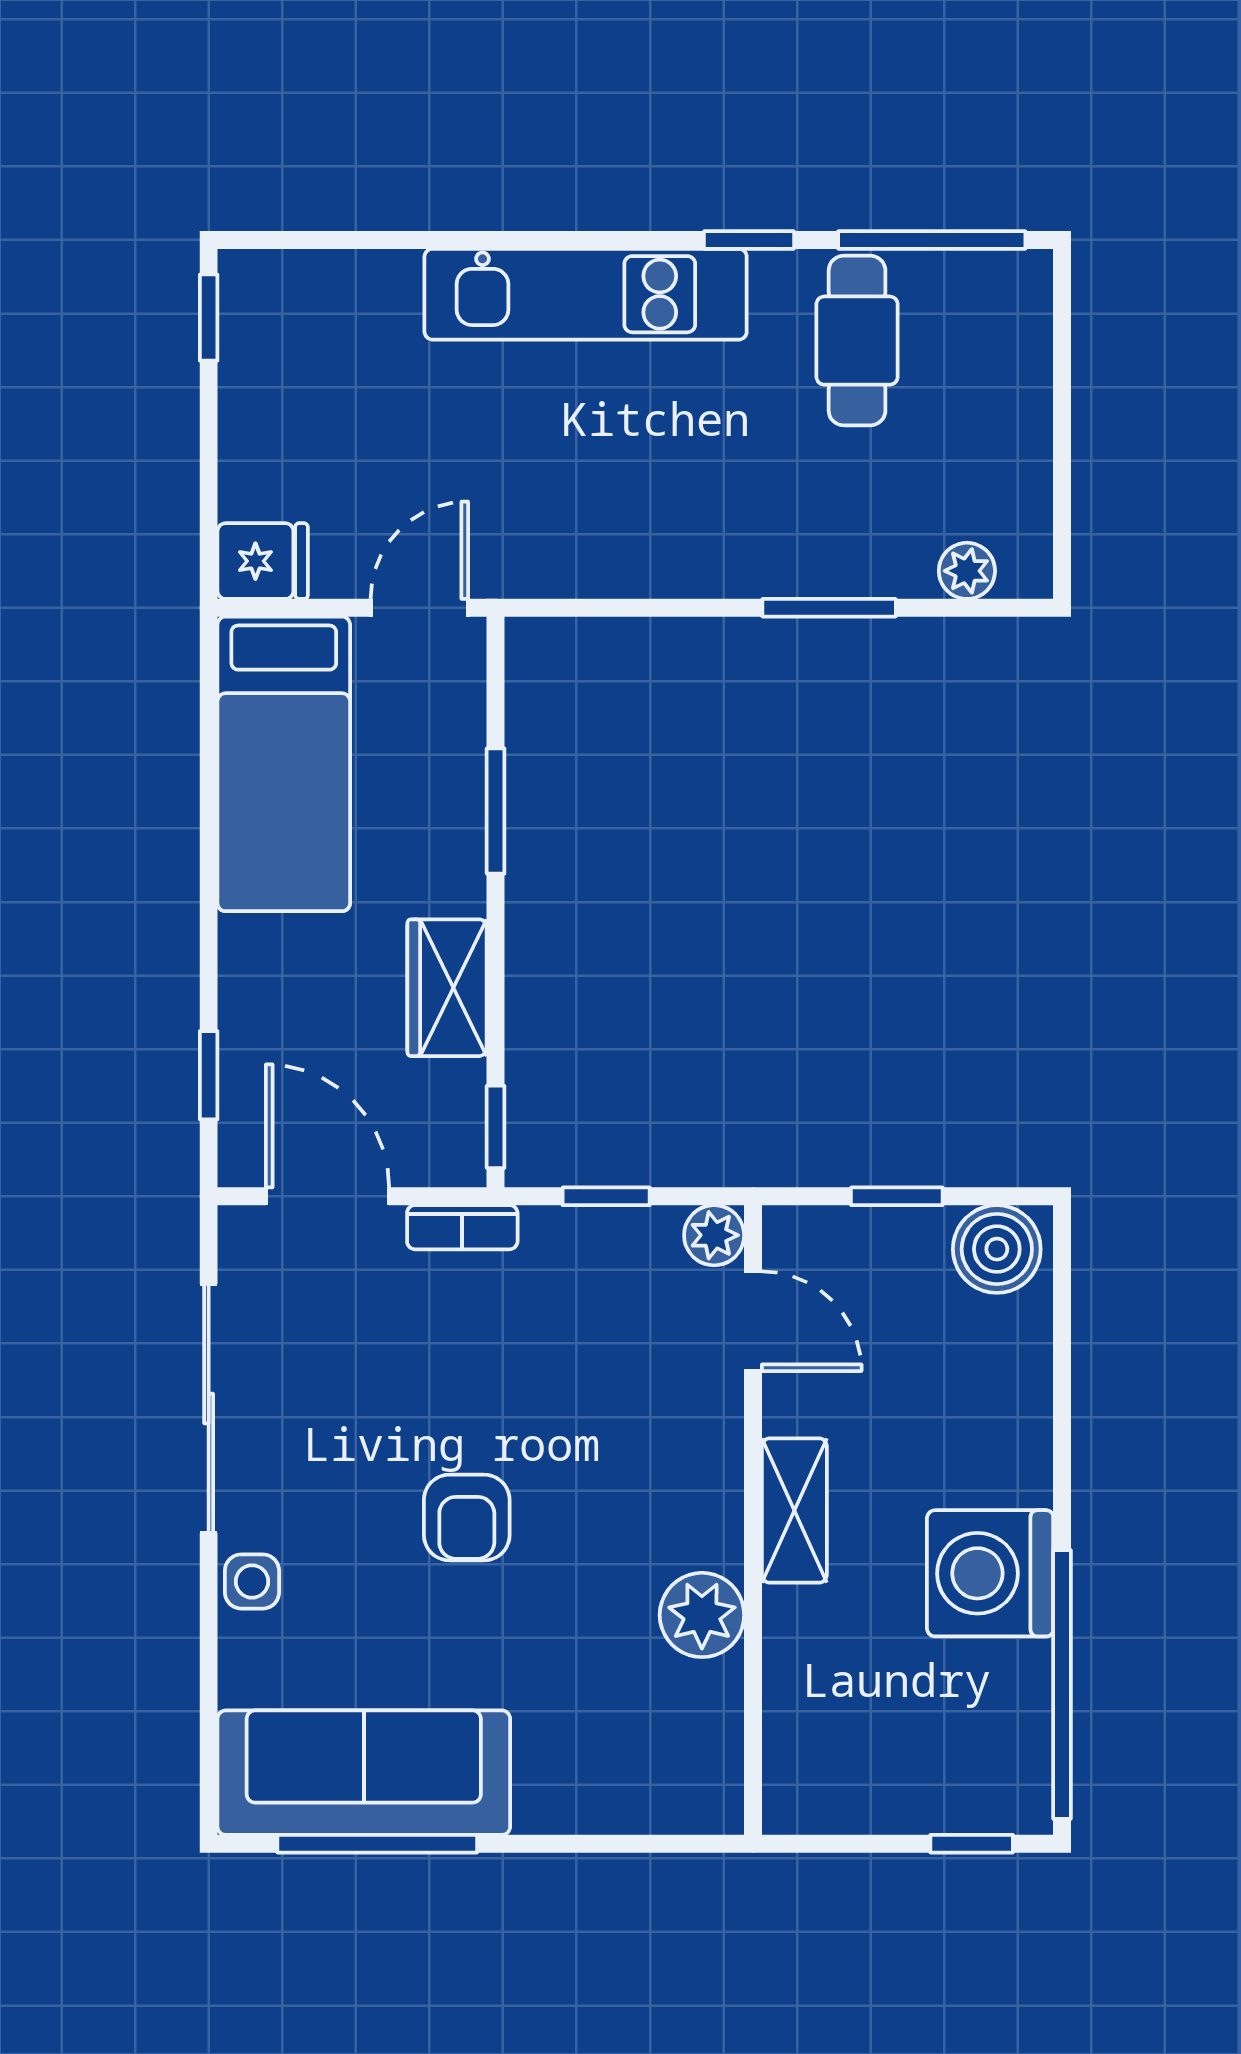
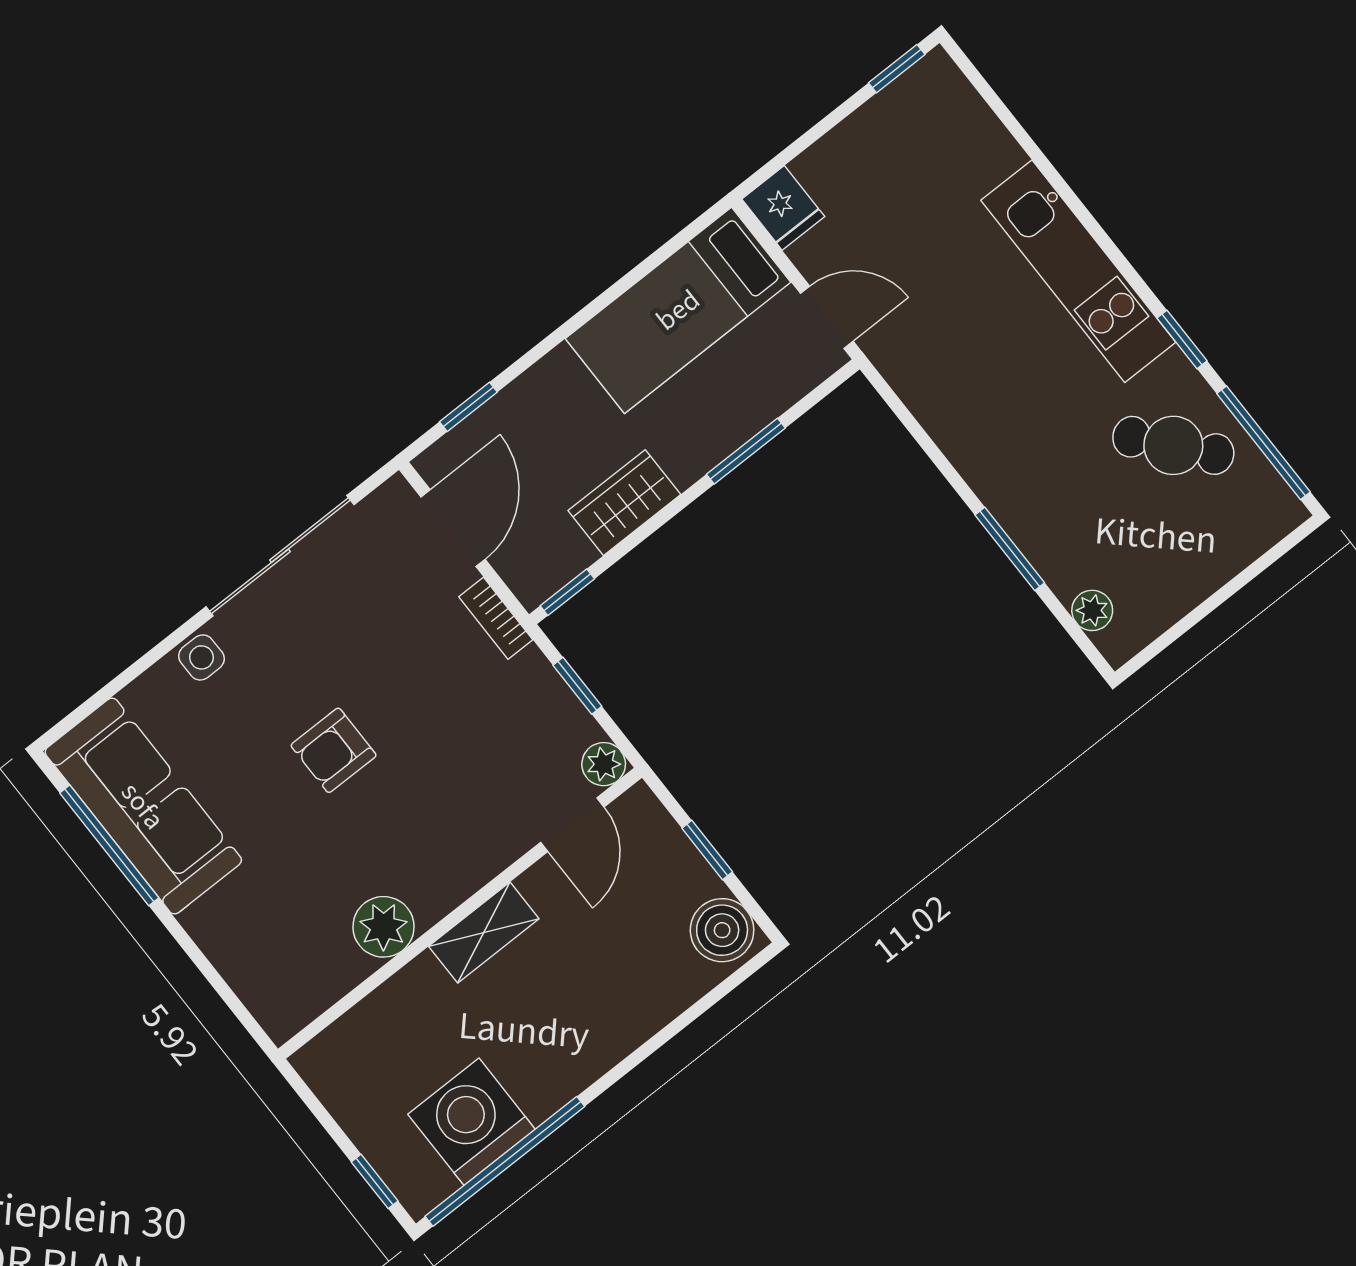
cafe table: (857, 341) -> (1173, 445), turned 50
washing machine: (990, 1573) -> (472, 1122), moved

